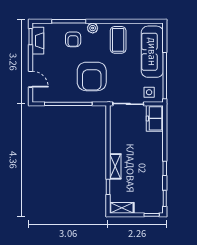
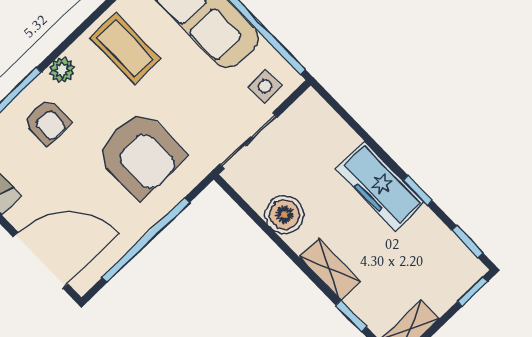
door: (31, 79) -> (40, 260), width x1.88
freezer: (155, 118) -> (380, 186), moved, width x1.40
boiler: (118, 137) -> (285, 215), added

